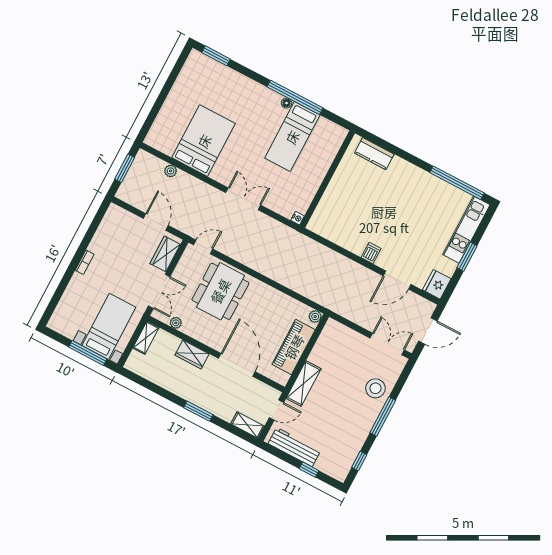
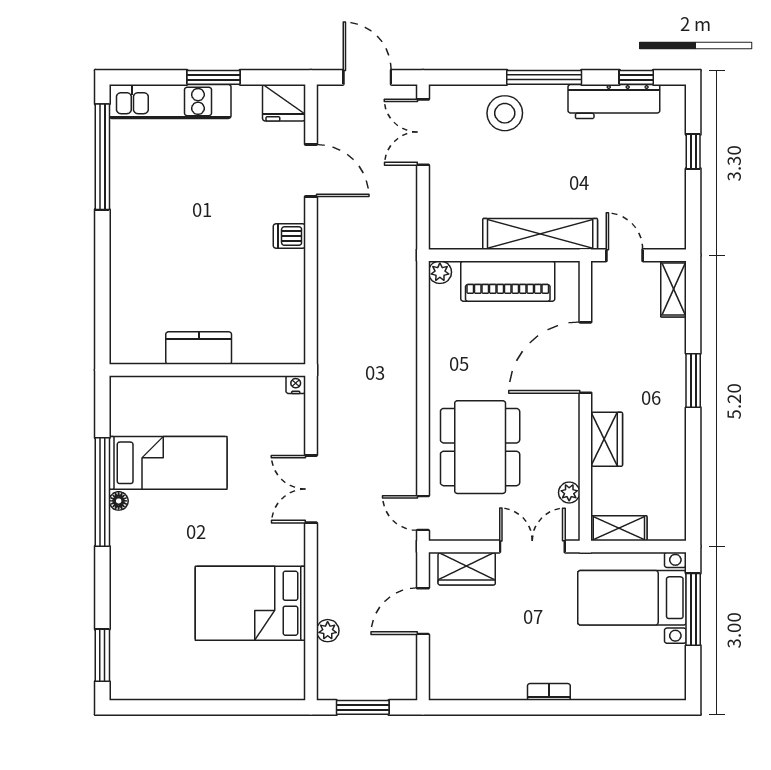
kitchen counter: (374, 154) -> (199, 348), moved, turned -90
dining table: (220, 291) -> (480, 447), turned 90
shelving: (304, 383) -> (540, 234), width x1.47
workbench: (294, 447) -> (614, 102), moved, turned -90

